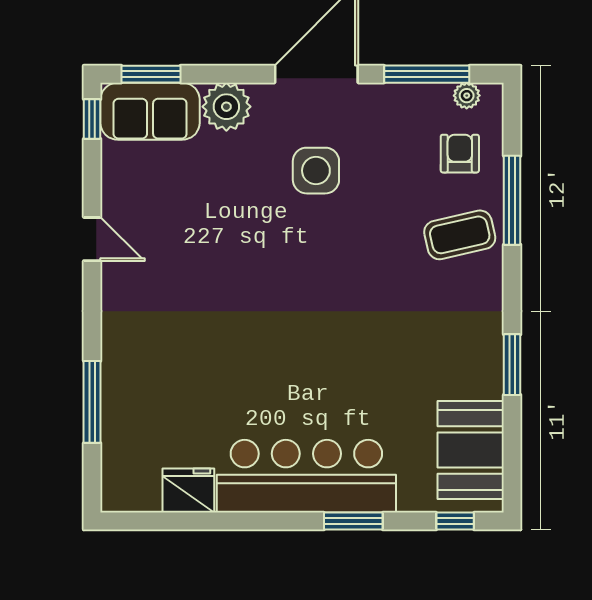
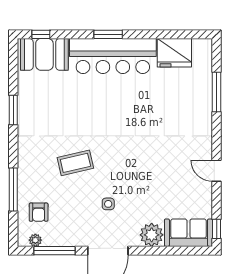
window: (151, 74) -> (188, 251), removed
side table: (316, 171) -> (108, 204), width x0.54, depth x0.54
coffee table: (460, 235) -> (75, 163), moved
booth: (471, 450) -> (44, 54), moved, turned 90
fridge: (188, 490) -> (174, 53), width x1.36, depth x1.34
window: (353, 521) -> (108, 34), moved

